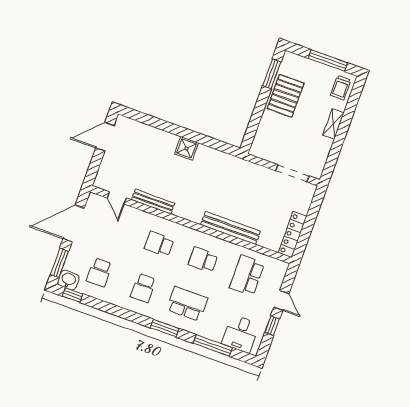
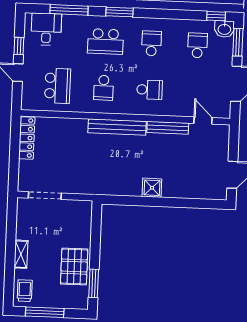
bench: (230, 228) -> (117, 127), moved
school desk: (203, 260) -> (104, 88), turned 90

